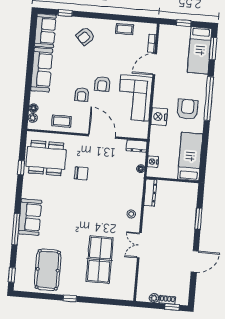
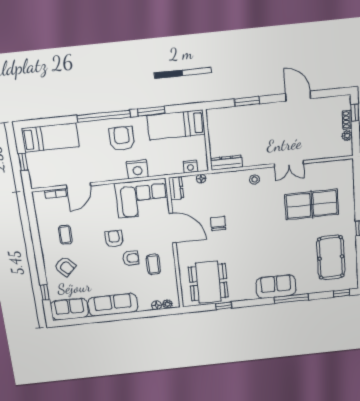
coffee table: (125, 29) -> (65, 235), moved
window: (213, 49) -> (151, 111), moved
door: (155, 64) -> (79, 185), hinge flipped
armchair: (102, 84) -> (114, 239), turned -90
corner sofa: (135, 98) -> (142, 198), moved
armchair: (188, 109) -> (122, 138), turned 90
coffee table: (61, 121) -> (153, 264), moved
door: (102, 136) -> (173, 228), swing flipped
chair: (81, 173) -> (218, 223), moved
pool table: (48, 270) -> (331, 258), turned 90

